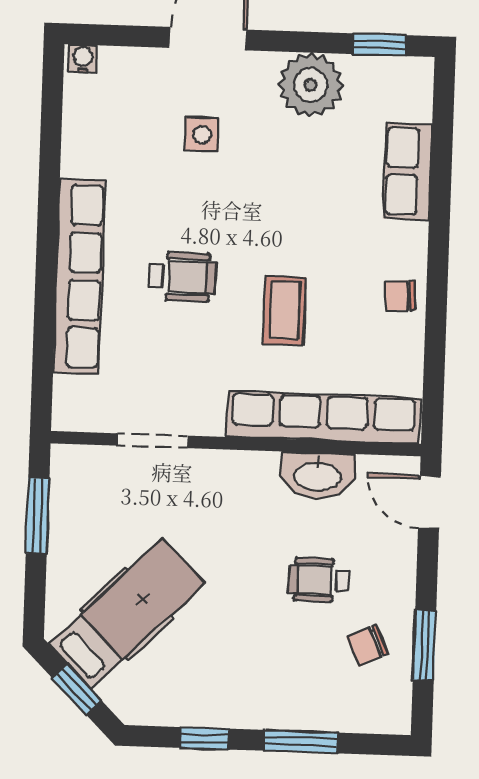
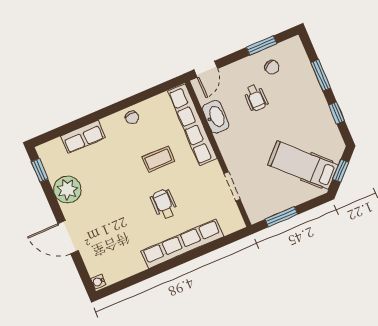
side table: (202, 135) -> (106, 222), removed

